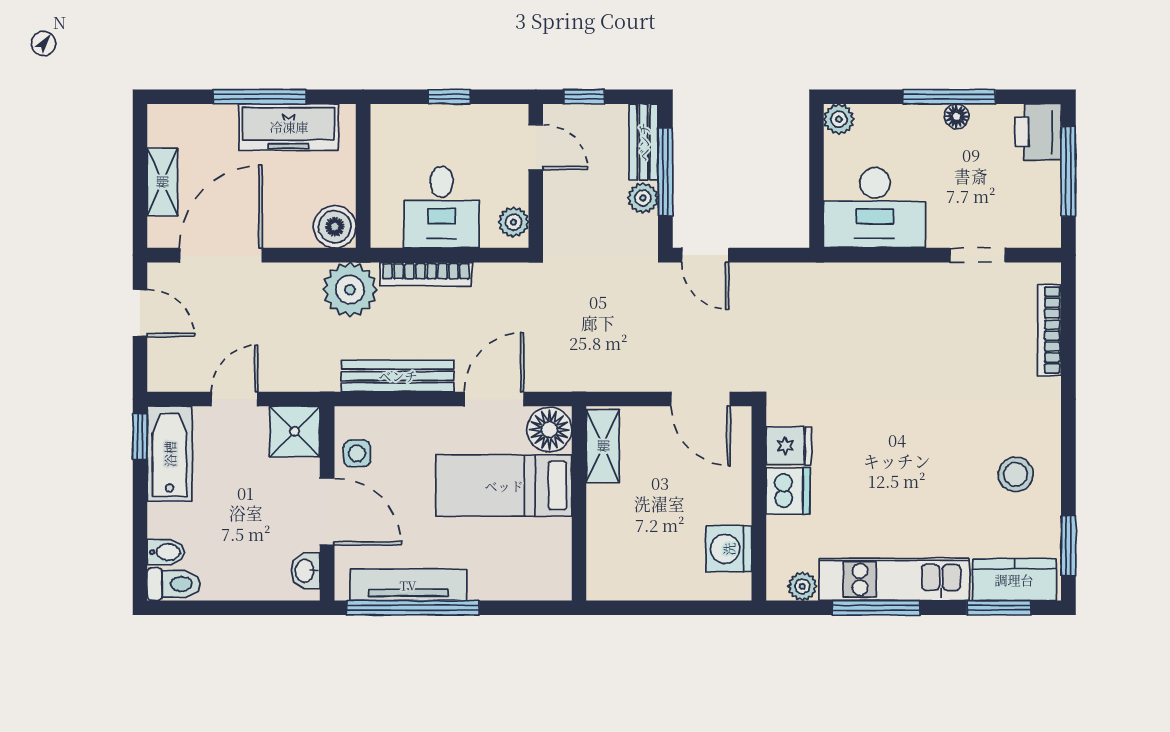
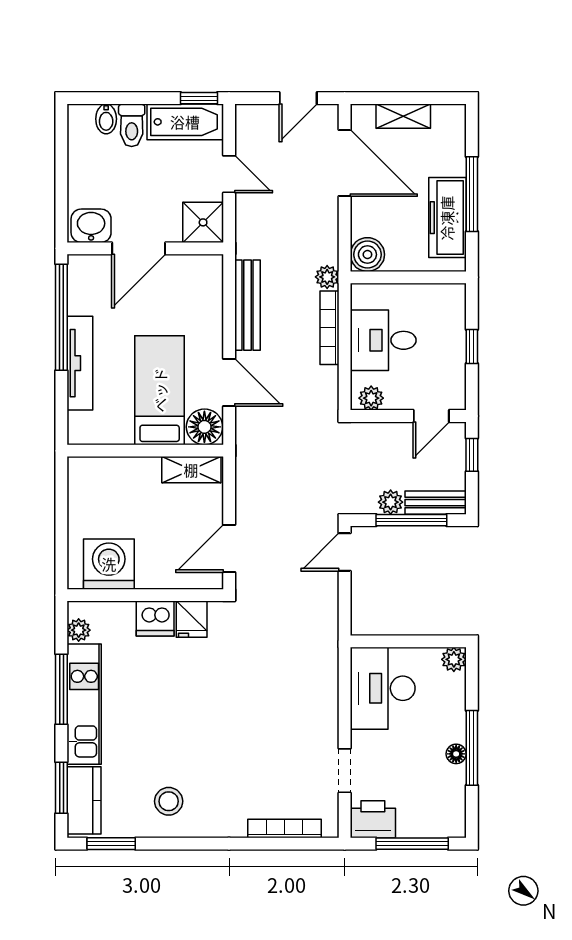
printer: (1038, 132) -> (373, 819), moved
plant: (350, 290) -> (327, 277), width x0.53, depth x0.53
side table: (357, 453) -> (185, 272), removed
washing machine: (729, 549) -> (109, 564), width x1.37, depth x1.37
washbasin: (305, 571) -> (91, 226), width x1.38, depth x1.45
toilet: (174, 584) -> (132, 125), moved
tv unit: (408, 585) -> (80, 363), moved

